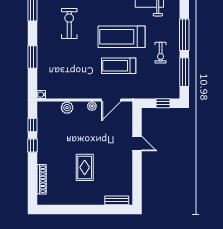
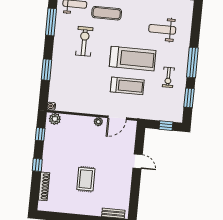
treadmill: (122, 37) -> (133, 59), turned 180
treadmill: (119, 66) -> (127, 86), turned 180
window: (184, 72) -> (189, 98), width x0.69
plant: (67, 108) -> (55, 119), moved
window: (32, 146) -> (37, 165), moved

